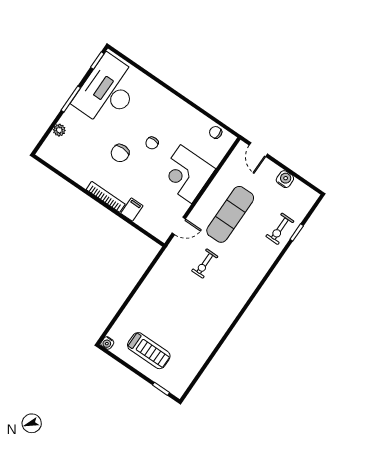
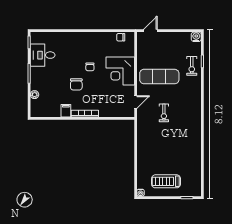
desk: (108, 91) -> (43, 55), width x0.53, depth x0.77
door: (258, 150) -> (150, 31), swing flipped
water cooler: (285, 179) -> (196, 37), moved
filing cabinet: (132, 210) -> (66, 111), moved
exercise mat: (230, 214) -> (159, 77), turned 90
treadmill: (149, 351) -> (166, 181), turned 180

